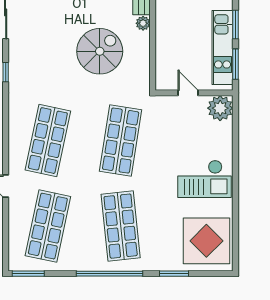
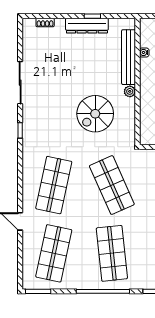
spiral stairs: (100, 51) -> (95, 114), turned 180
shop shelf: (121, 141) -> (112, 185), turned -33

